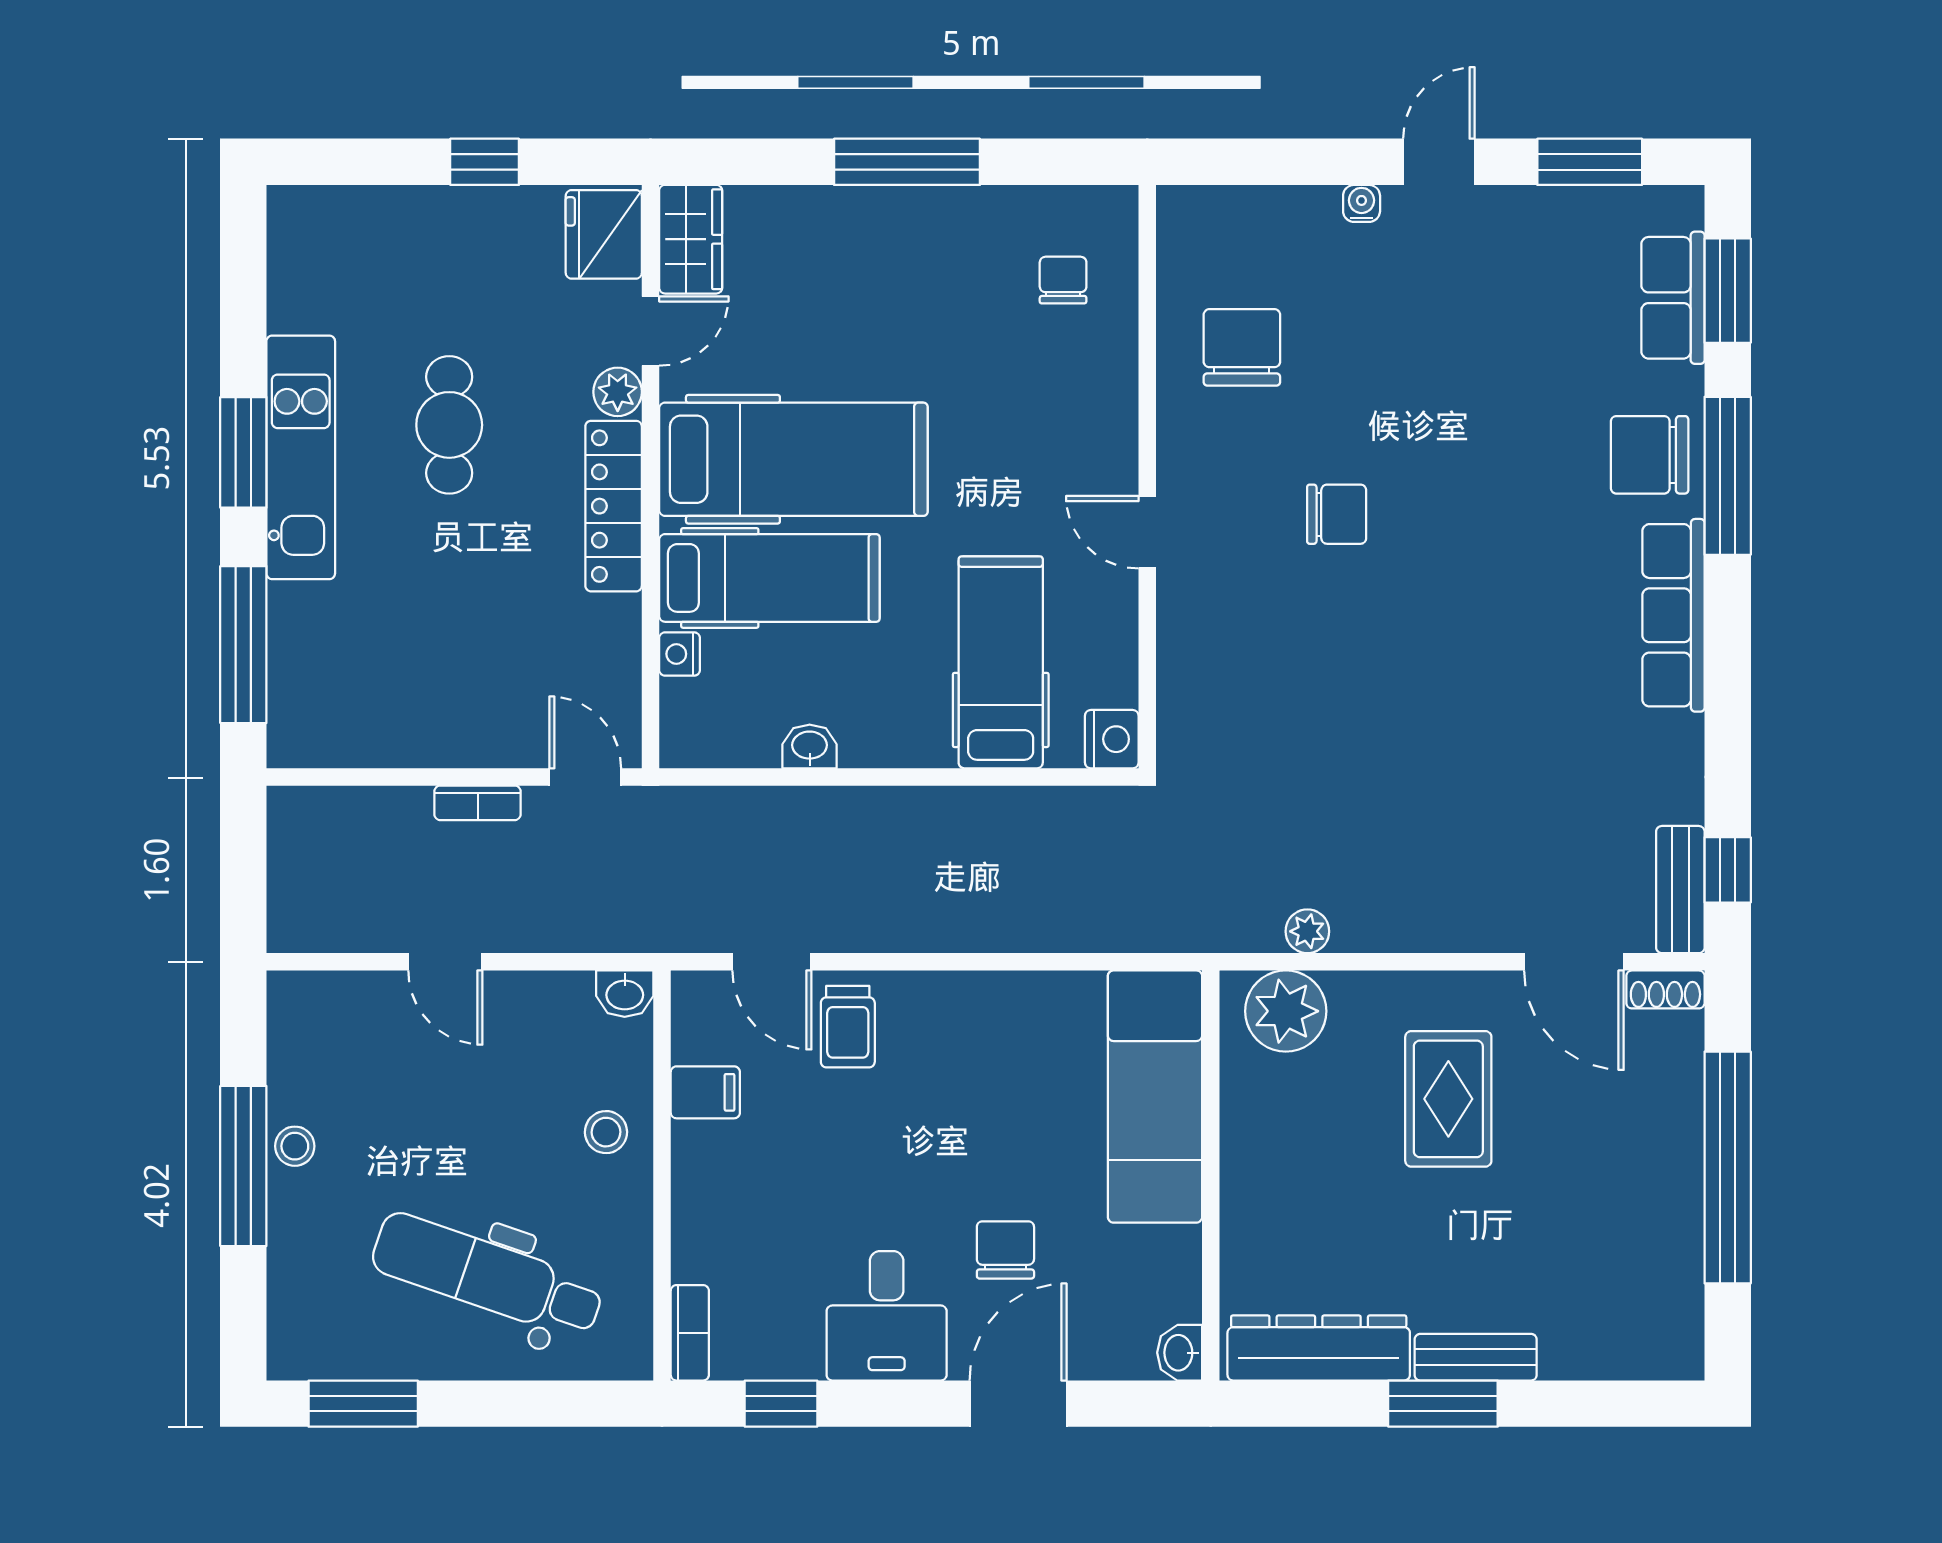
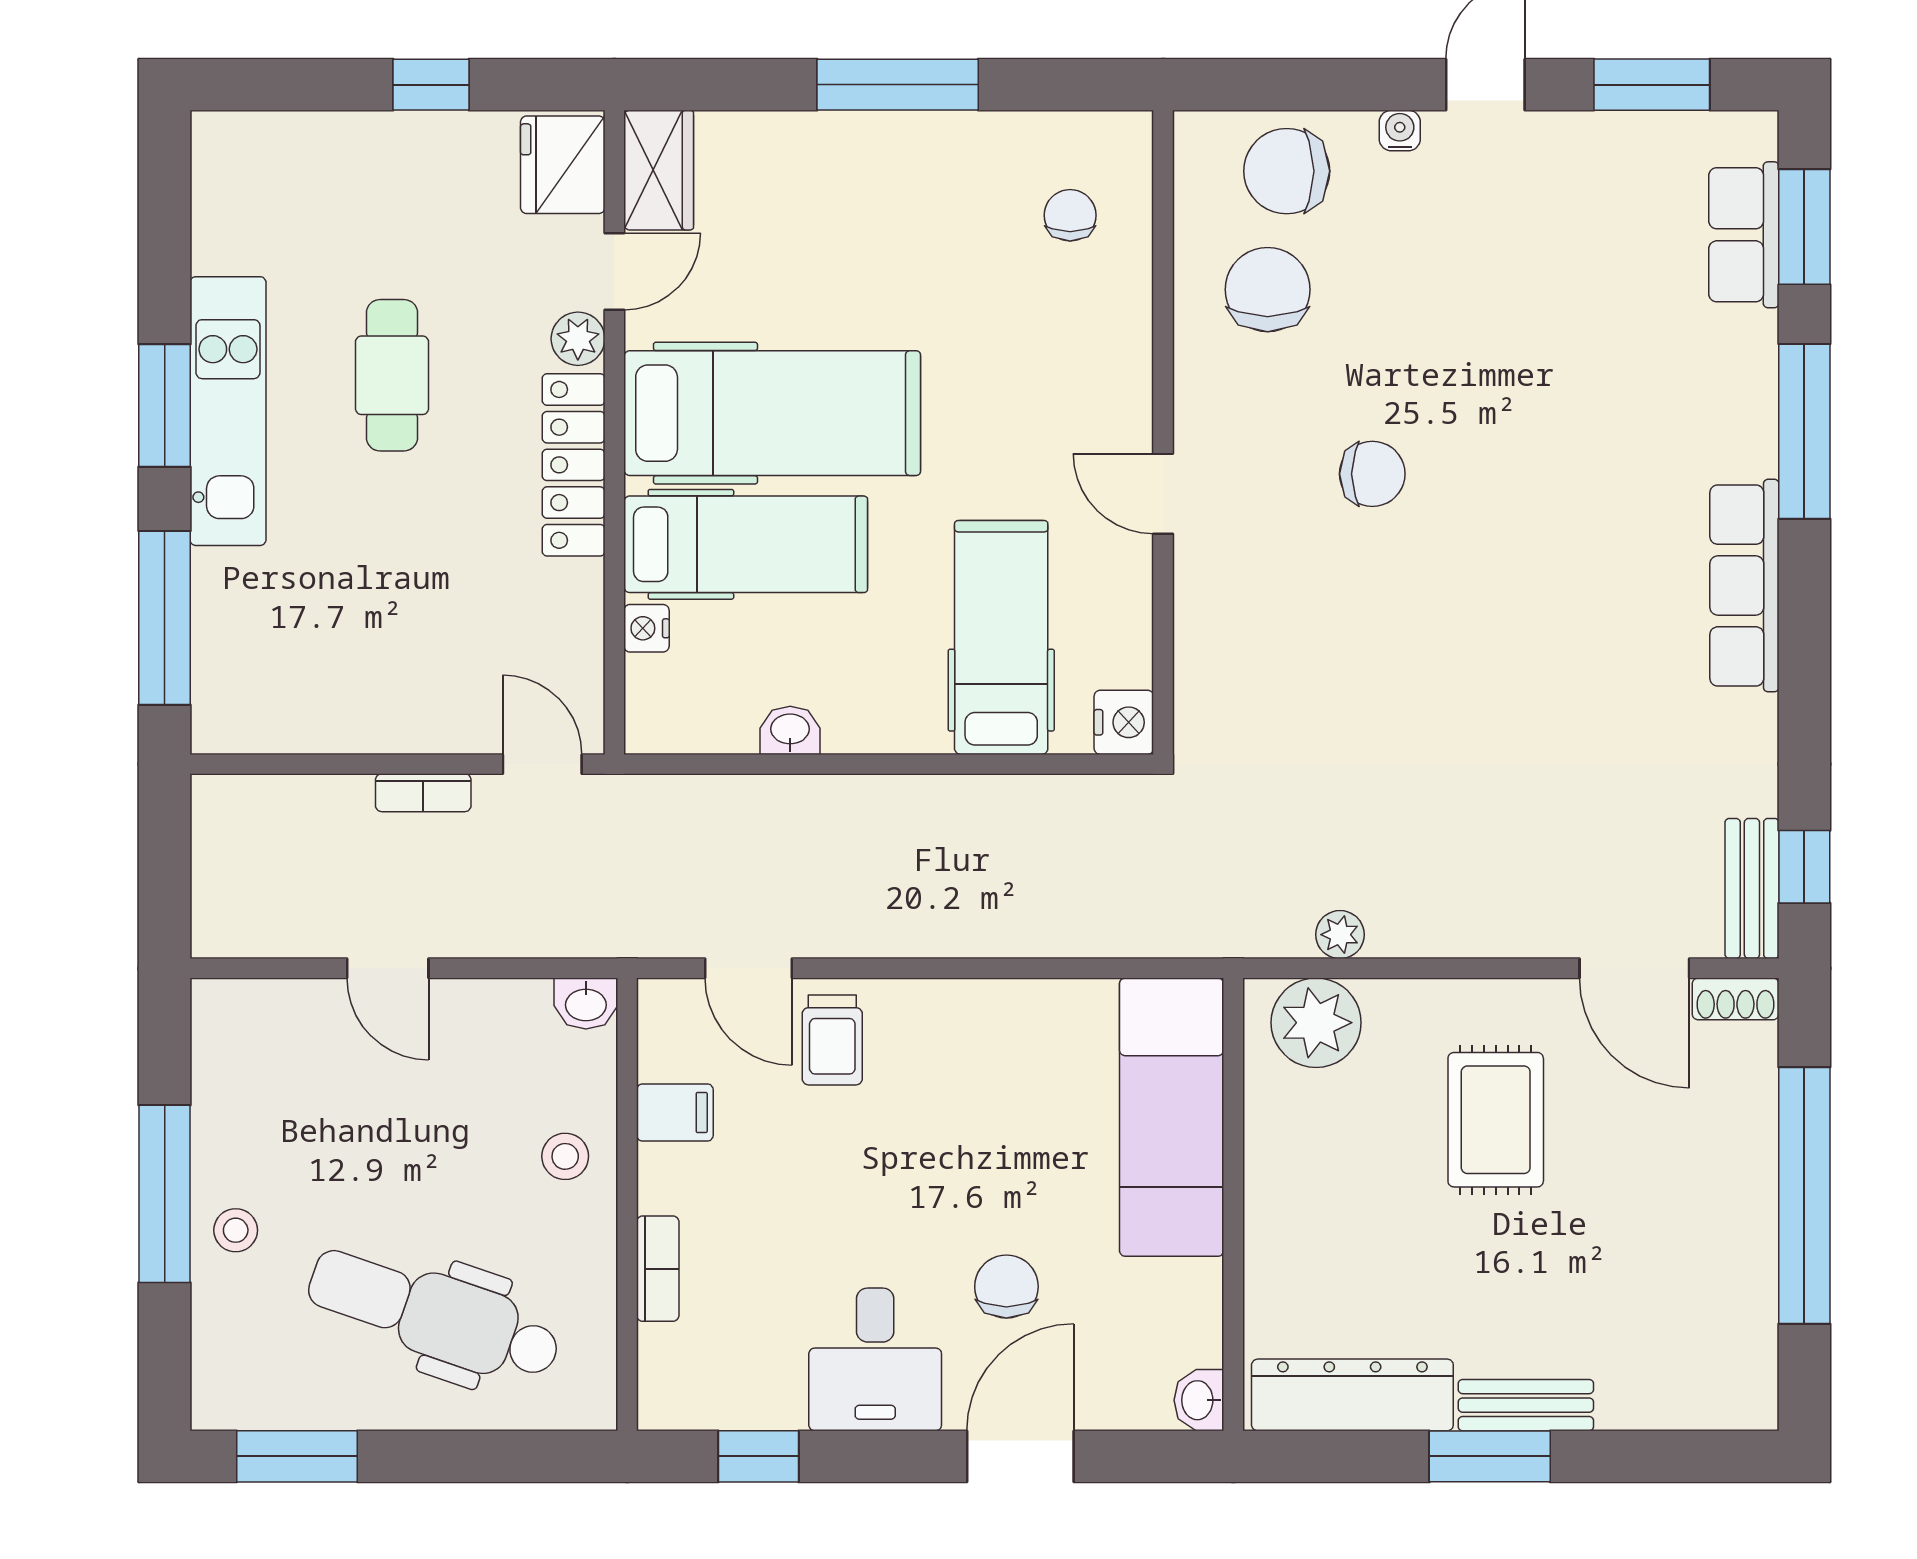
chair: (1650, 455) -> (1287, 171), moved
stool: (295, 1146) -> (236, 1230), moved
bookcase: (690, 1333) -> (658, 1269), moved

